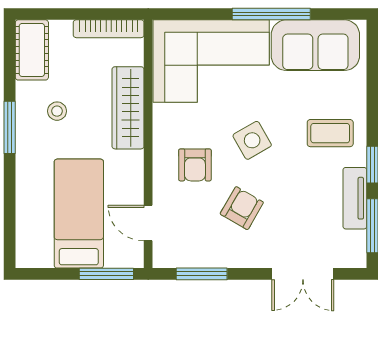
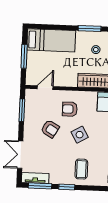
tv unit: (355, 198) -> (35, 178), moved
bed: (79, 214) -> (51, 40), moved
window: (106, 274) -> (24, 56), moved

